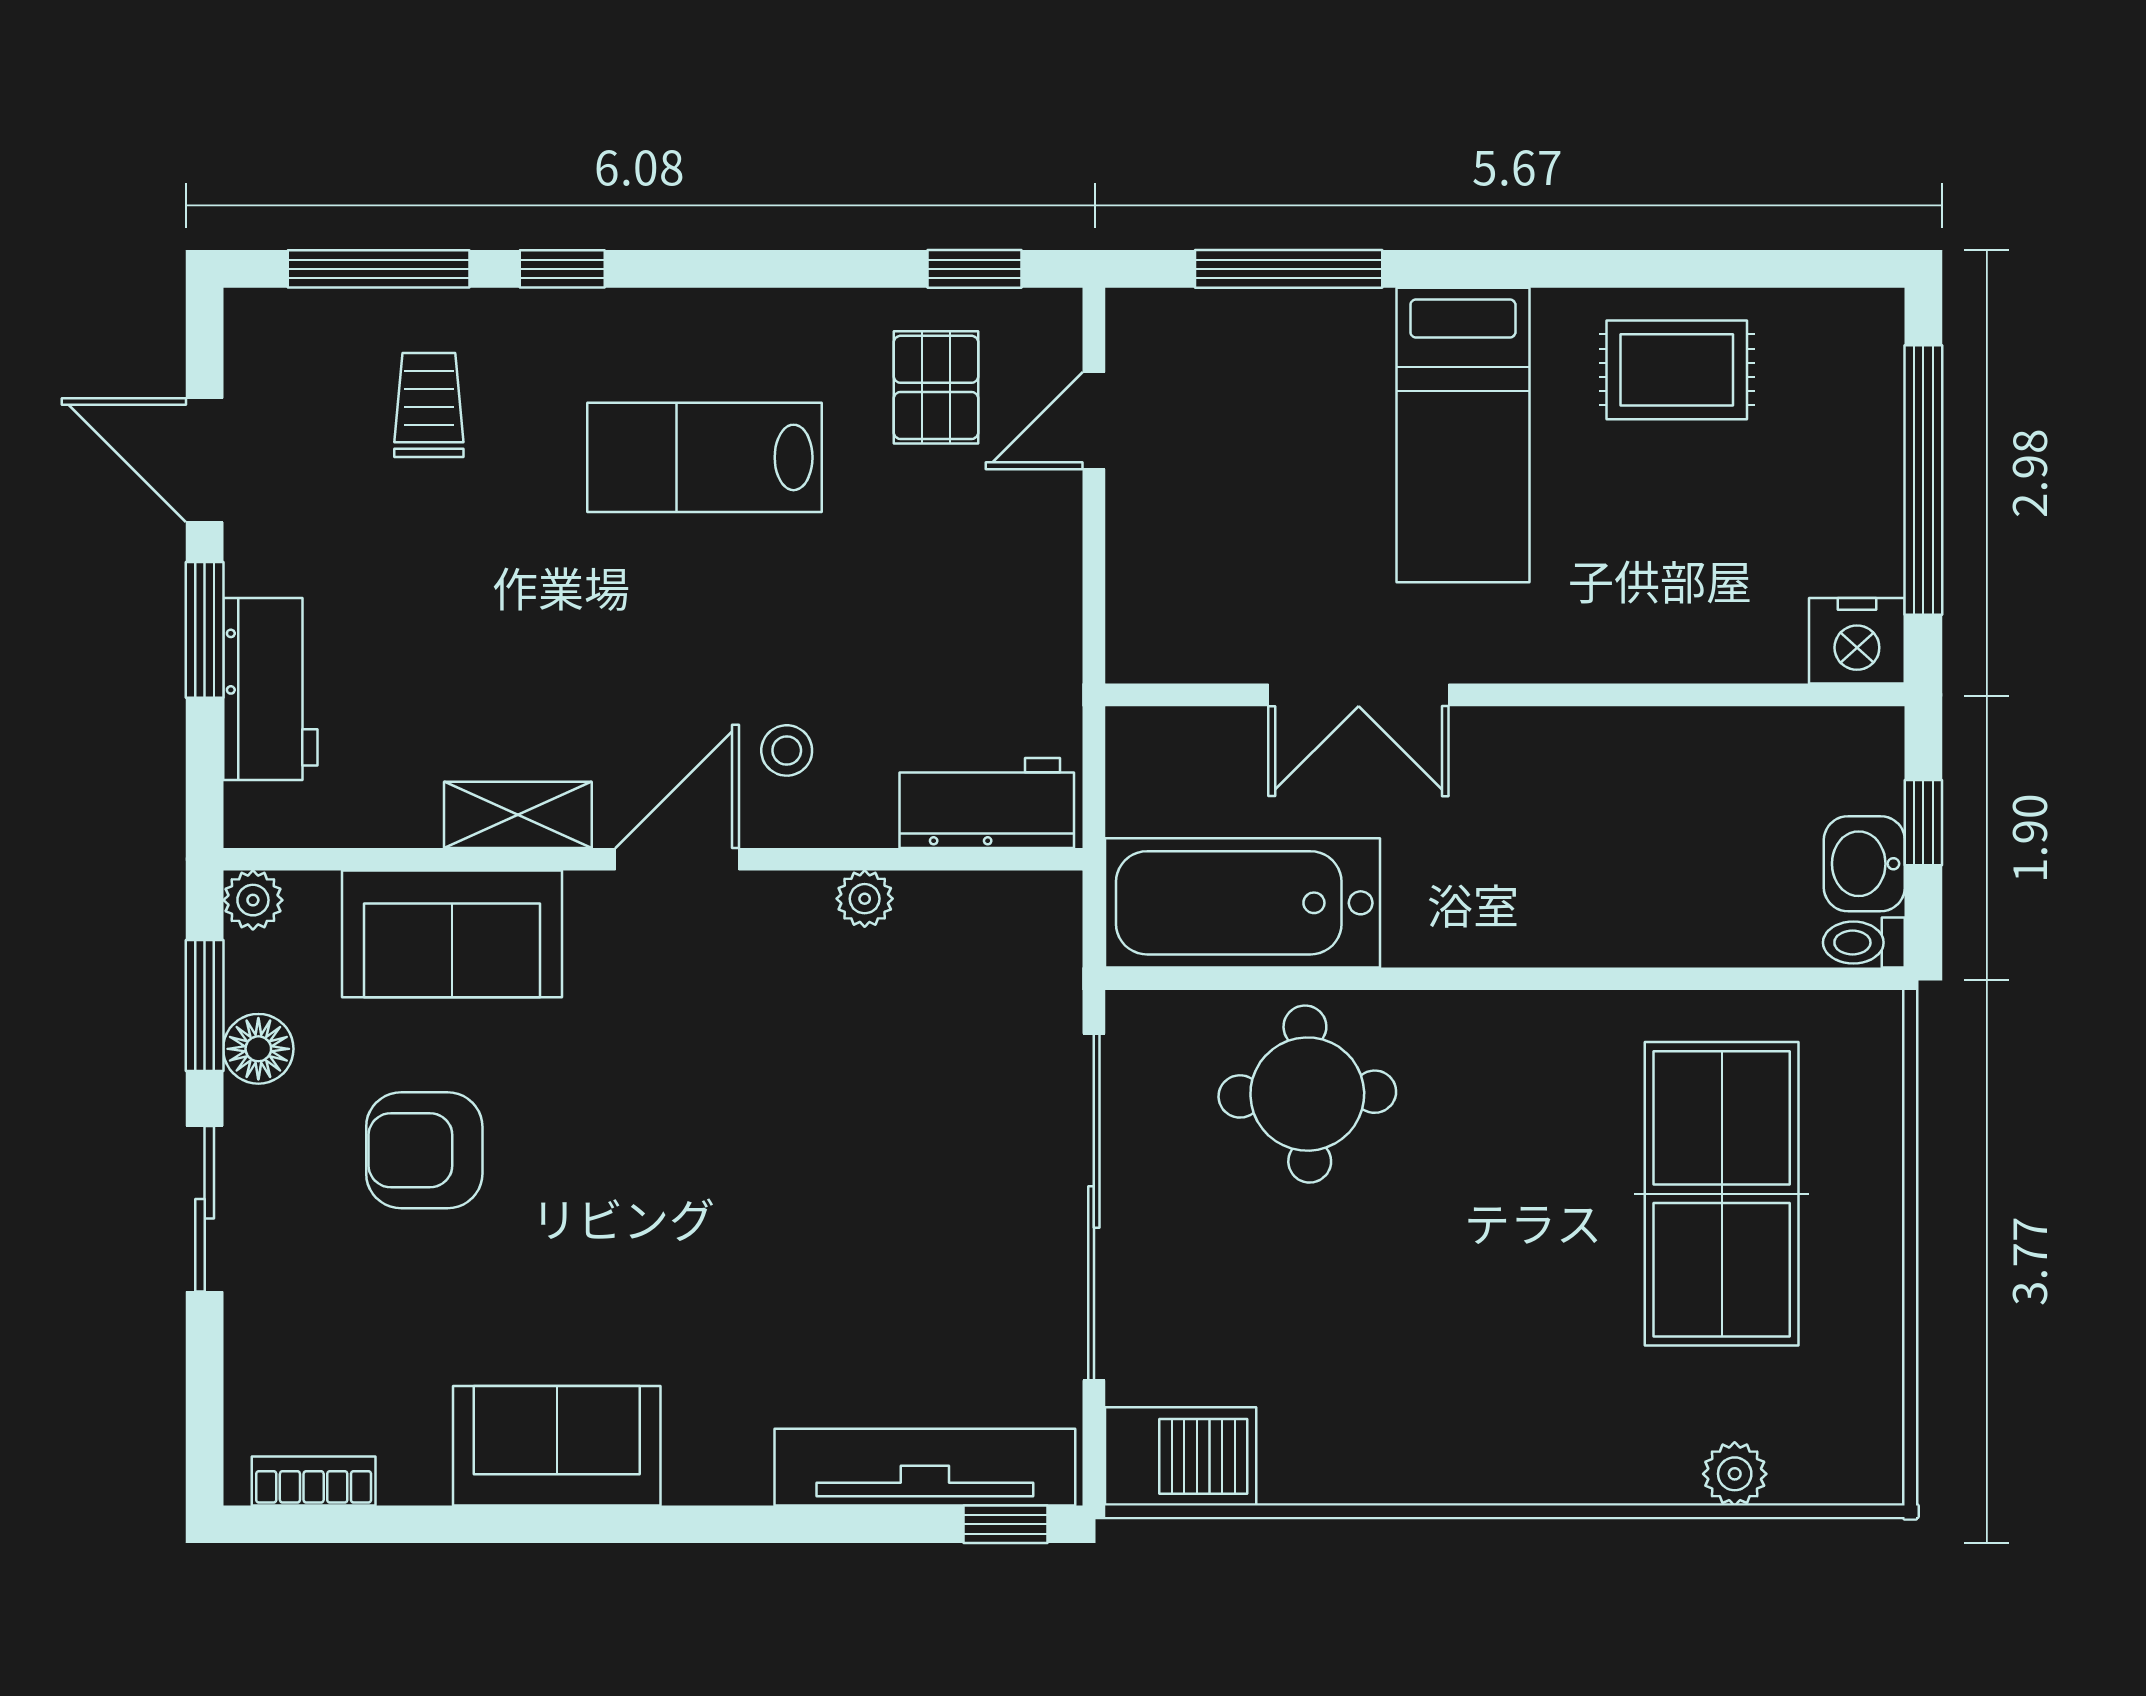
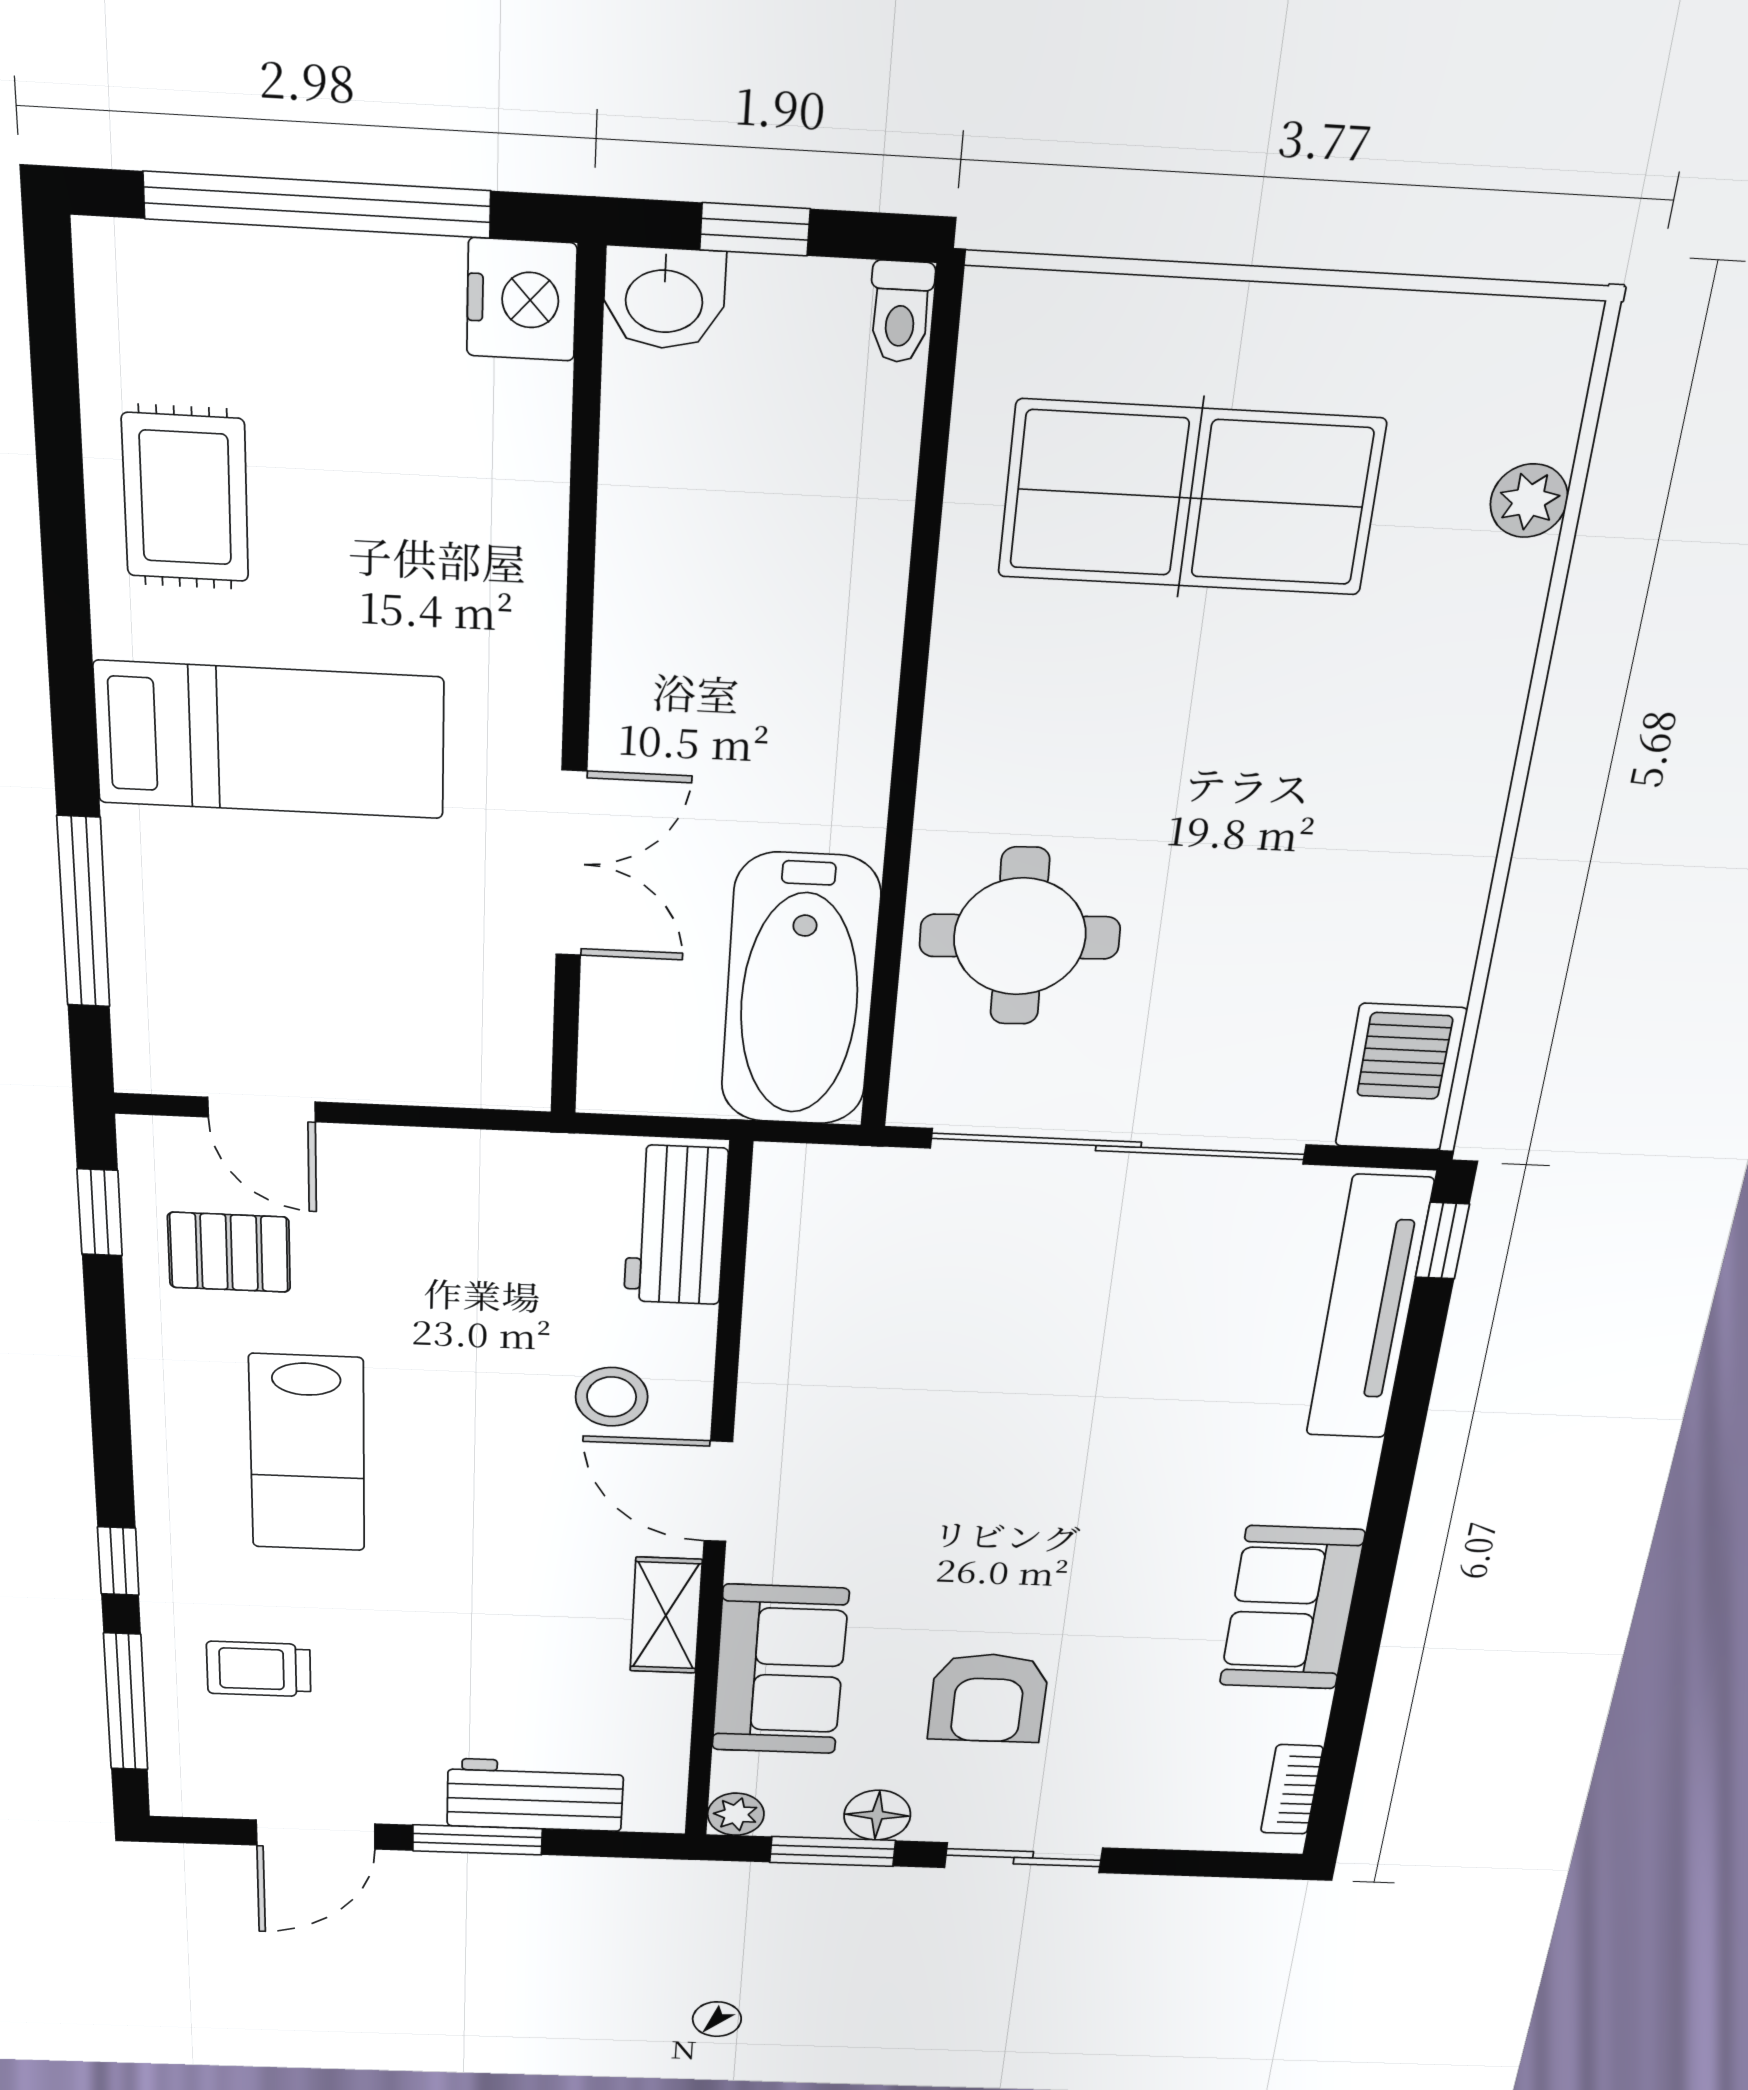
stool: (787, 750) -> (612, 1397), width x1.37, depth x1.37
washbasin: (1864, 864) -> (664, 298), moved
plant: (865, 899) -> (770, 1337), removed

